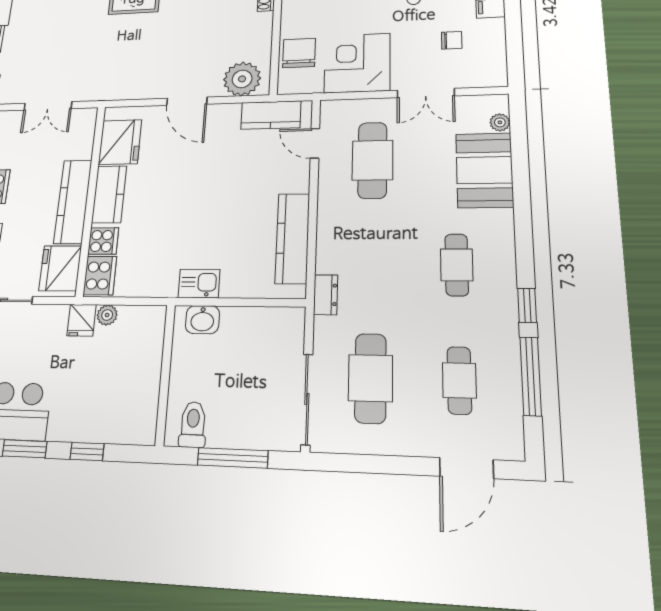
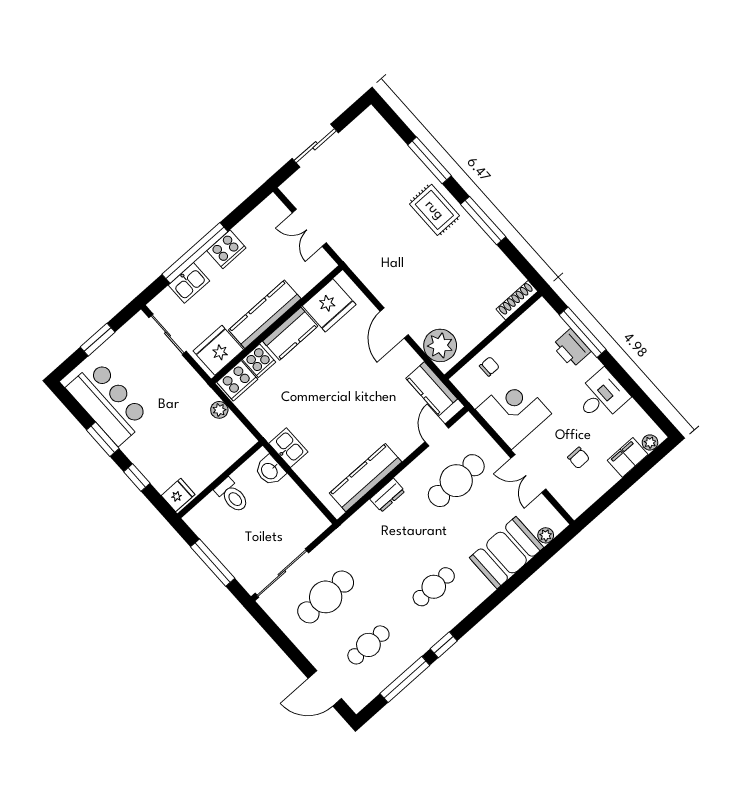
chair: (299, 53) -> (489, 366), width x0.54, depth x0.54
dresser: (326, 295) -> (387, 495), moved
fridge: (82, 320) -> (178, 495), moved, turned 180
toilet: (193, 425) -> (232, 496), moved, turned 90

